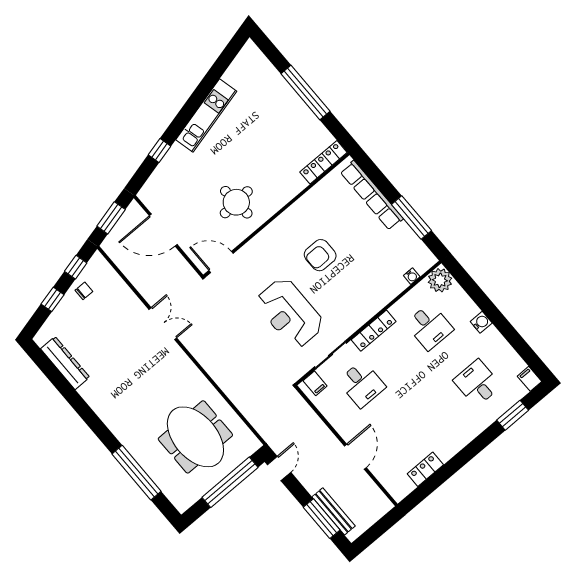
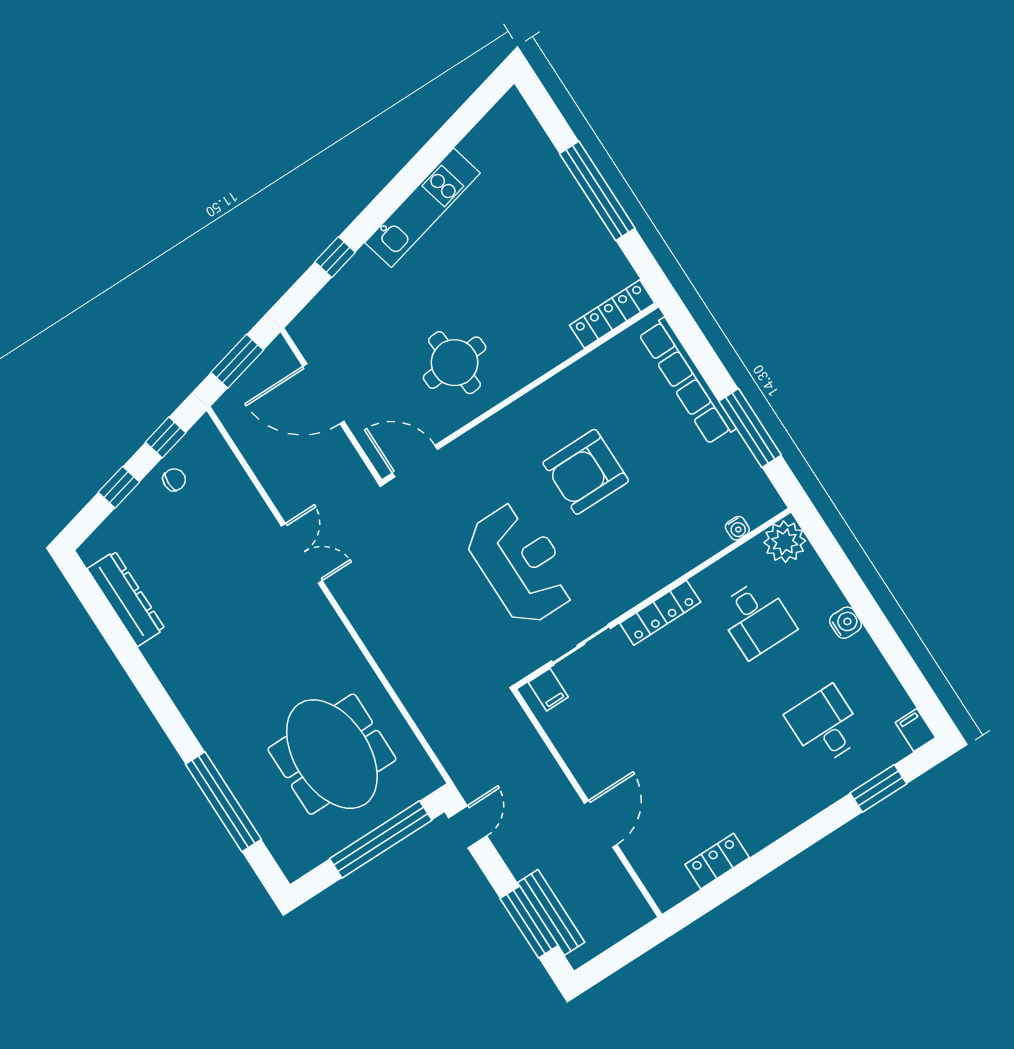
armchair: (320, 255) -> (586, 472), width x1.36, depth x1.36
reception desk: (290, 313) -> (521, 564), turned 180
desk: (362, 384) -> (628, 701), removed

